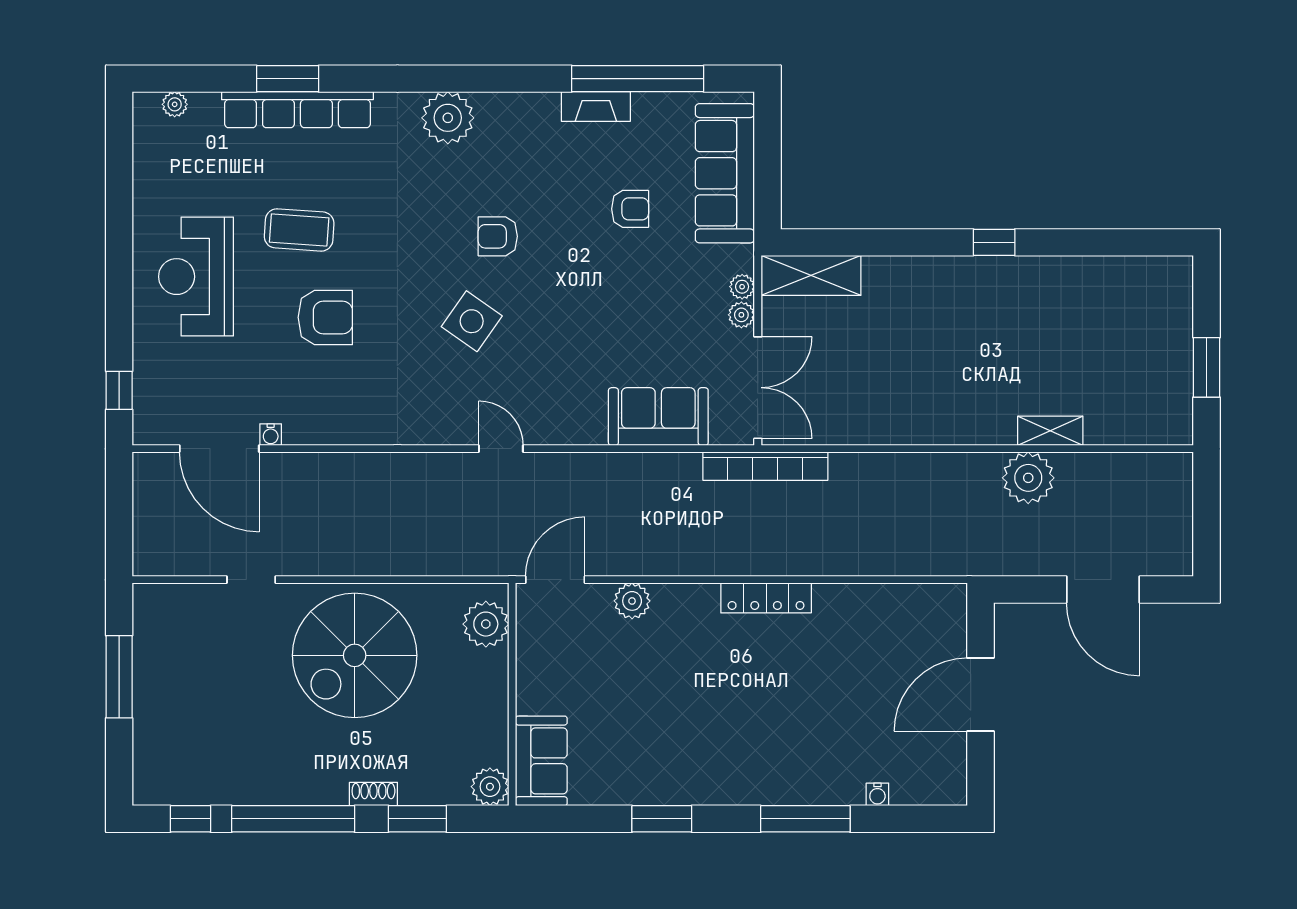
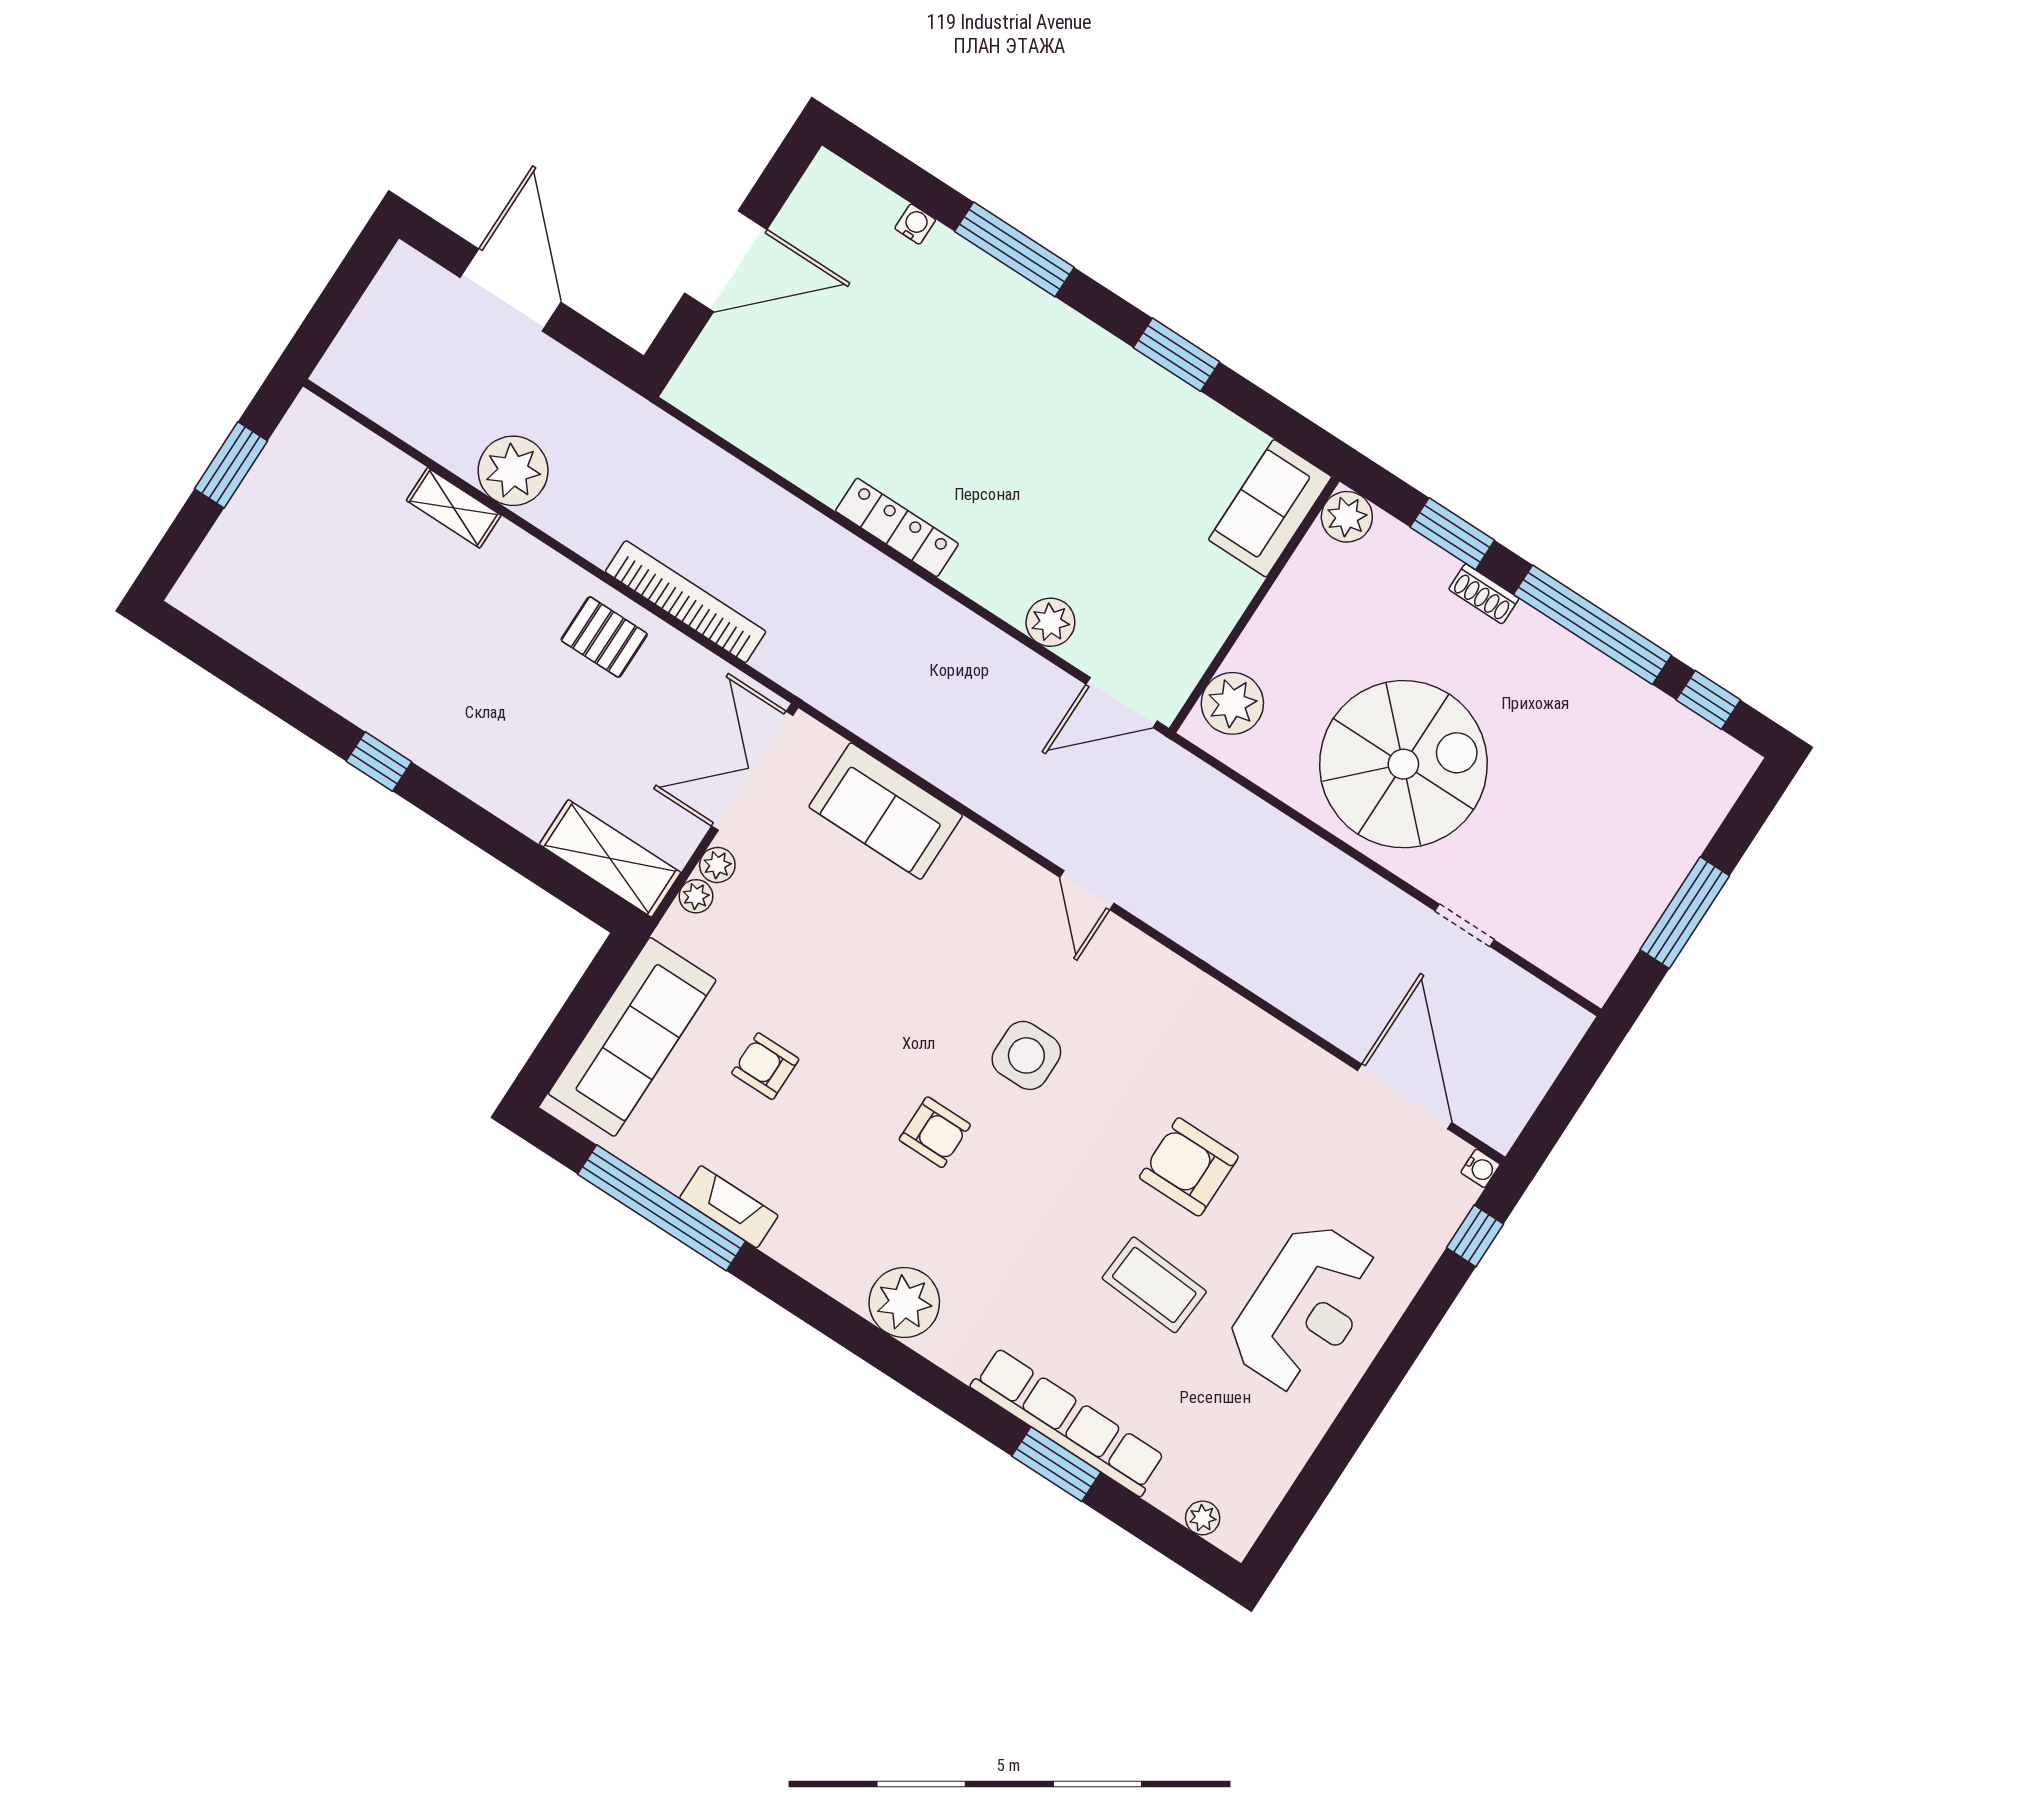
side table: (472, 321) -> (1026, 1055), turned -35
pallet: (904, 411) -> (604, 637), added
water cooler: (271, 435) -> (1480, 1168), moved, turned 90
bookcase: (765, 466) -> (686, 602), moved

